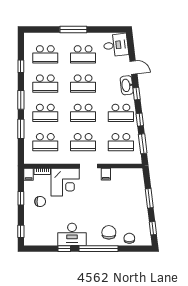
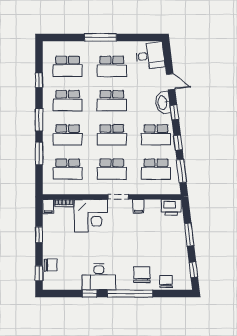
printer: (134, 175) -> (171, 207), added
chair: (40, 202) -> (51, 265), moved

